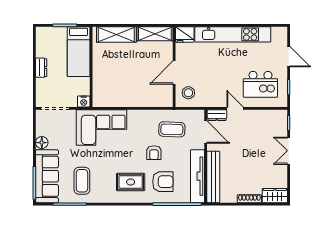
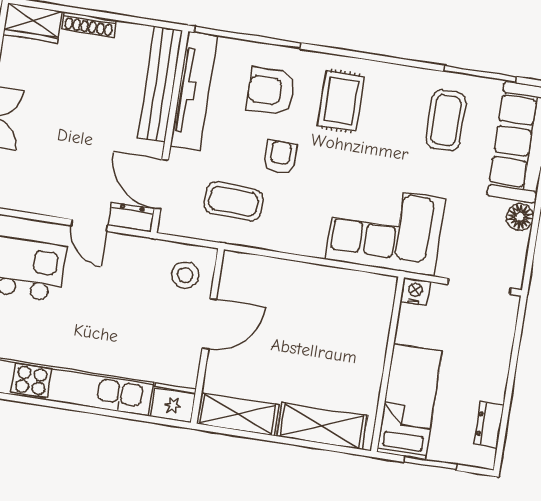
dresser: (41, 68) -> (489, 425), moved
rug: (131, 182) -> (341, 101), turned 90

